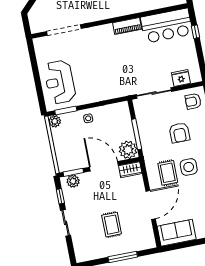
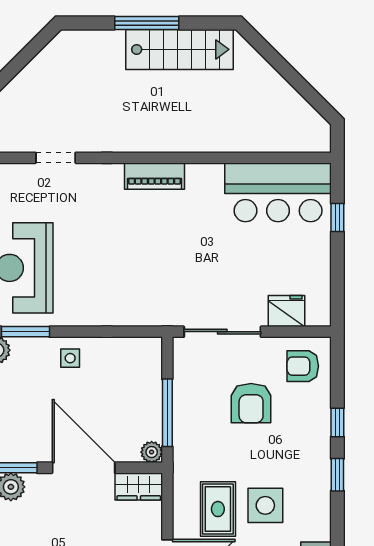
piano: (127, 26) -> (155, 176), moved
doorway: (64, 30) -> (56, 158), width x0.53
armchair: (179, 133) -> (251, 403), moved
plant: (128, 150) -> (152, 452), width x0.53, depth x0.53

